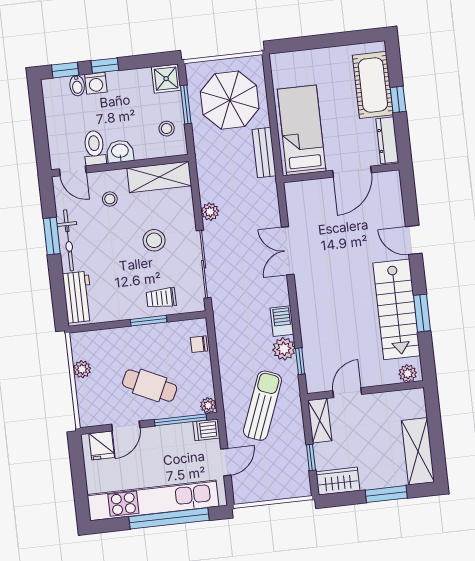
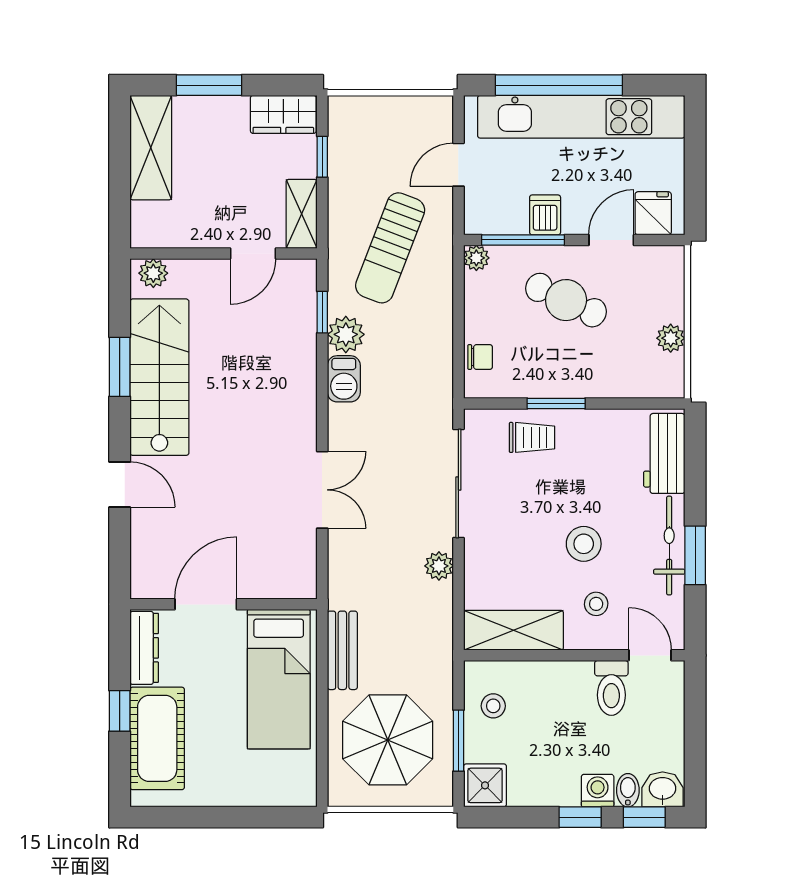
washbasin: (120, 151) -> (663, 789), moved, turned 180
stool: (154, 240) -> (584, 544), moved
dishwasher: (206, 430) -> (545, 215), moved, turned -90

